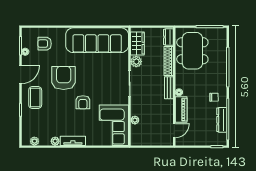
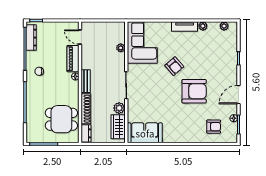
sofa: (97, 40) -> (145, 133), width x0.54, depth x0.79
dining table: (192, 51) -> (61, 119), width x0.73
armchair: (64, 78) -> (194, 91), turned -90
coffee table: (35, 98) -> (223, 71), removed
armchair: (83, 102) -> (174, 66), turned 139
dresser: (222, 120) -> (31, 38), moved
door: (174, 131) -> (80, 37), hinge flipped

